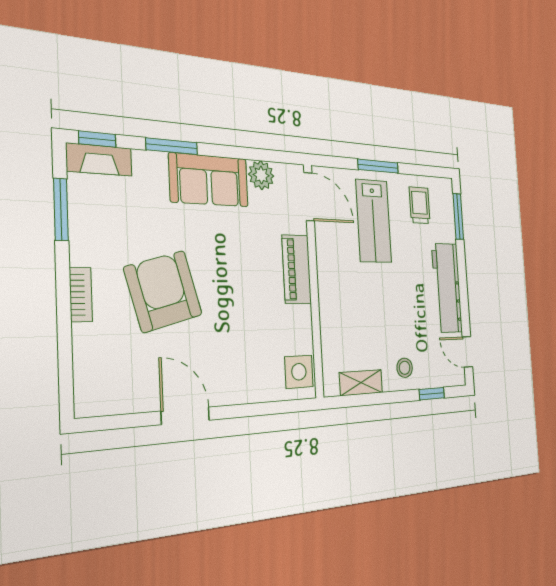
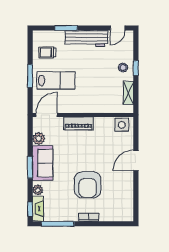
window: (172, 146) -> (30, 167), moved
plant: (146, 163) -> (38, 190), added
window: (61, 209) -> (58, 224), width x1.44
window: (458, 216) -> (66, 28), moved
armchair: (163, 291) -> (88, 185), turned -75
window: (432, 394) -> (136, 68), moved
door: (185, 416) -> (136, 160), moved

